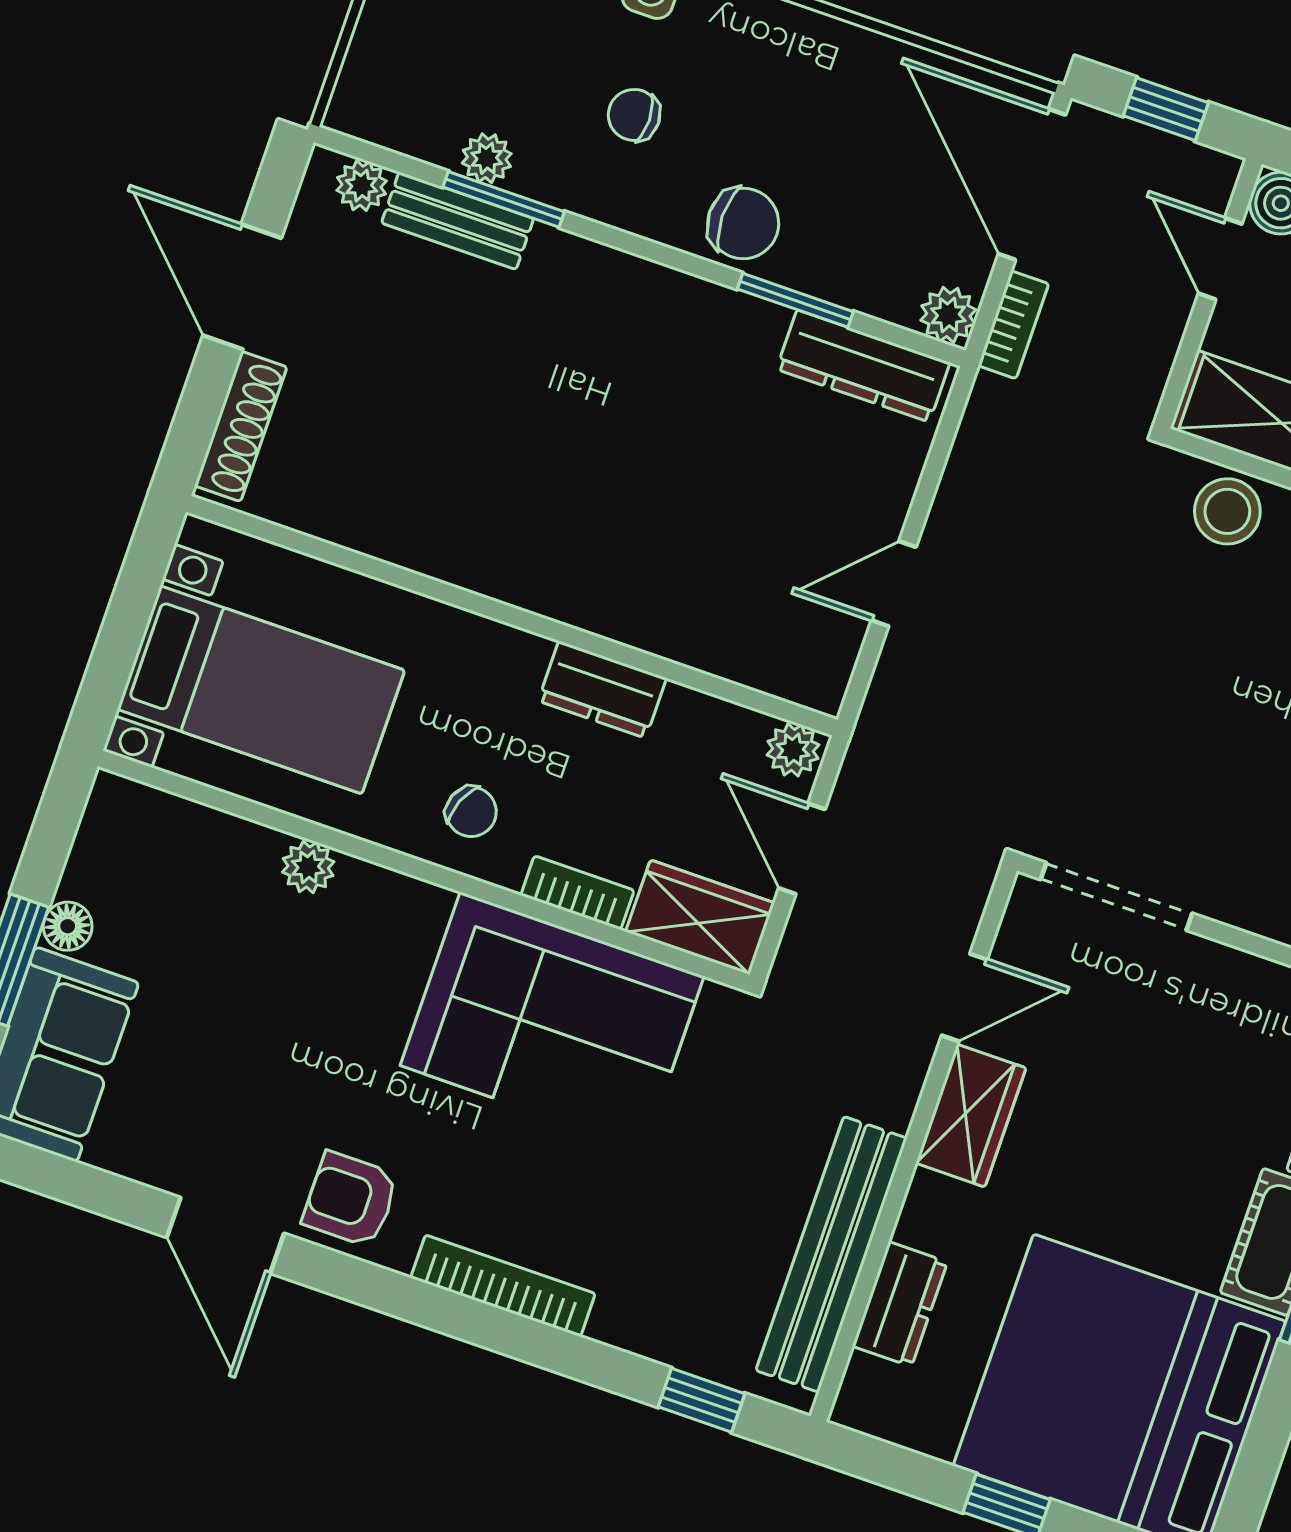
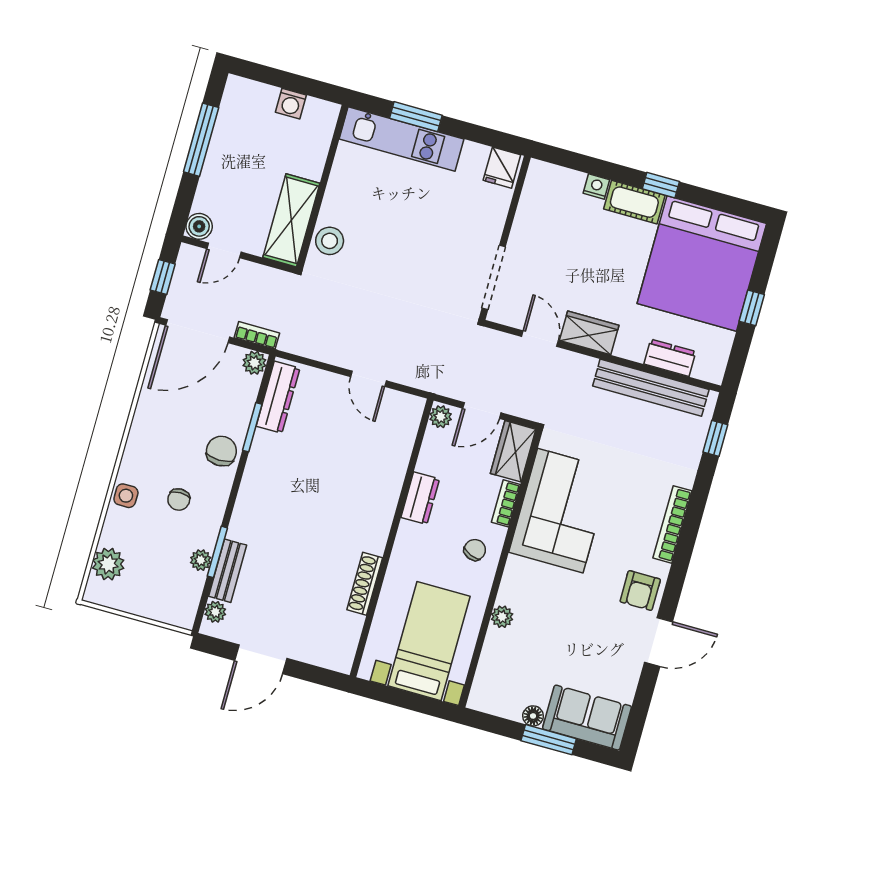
shoe rack: (241, 426) -> (365, 584), moved, turned -90

